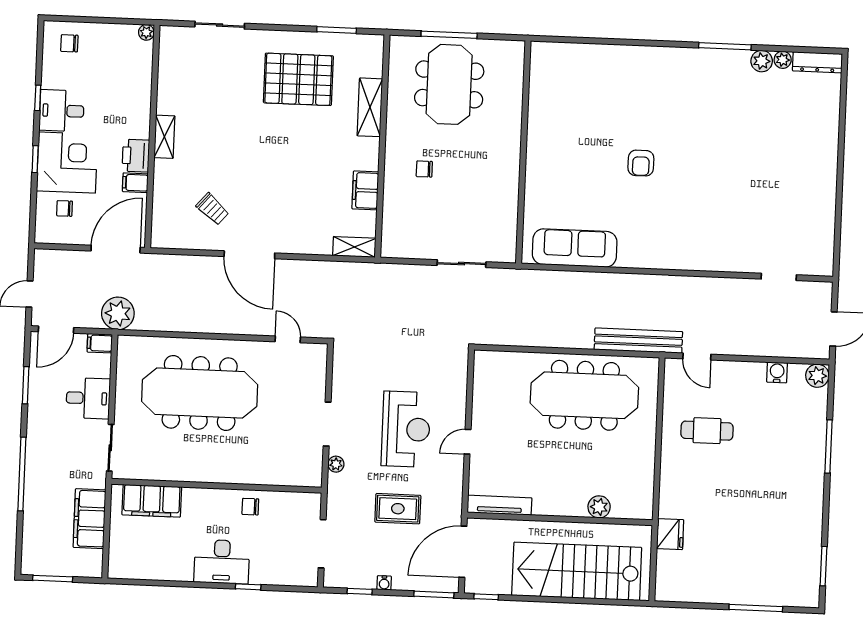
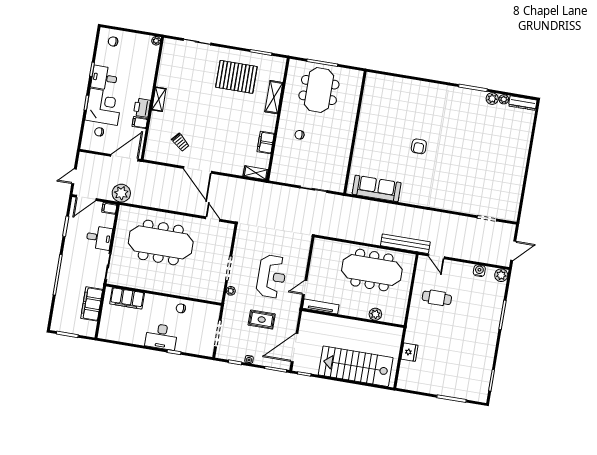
tv unit: (499, 505) -> (321, 306), moved
plant: (599, 507) -> (375, 314), moved
wall: (560, 519) -> (353, 318), moved

